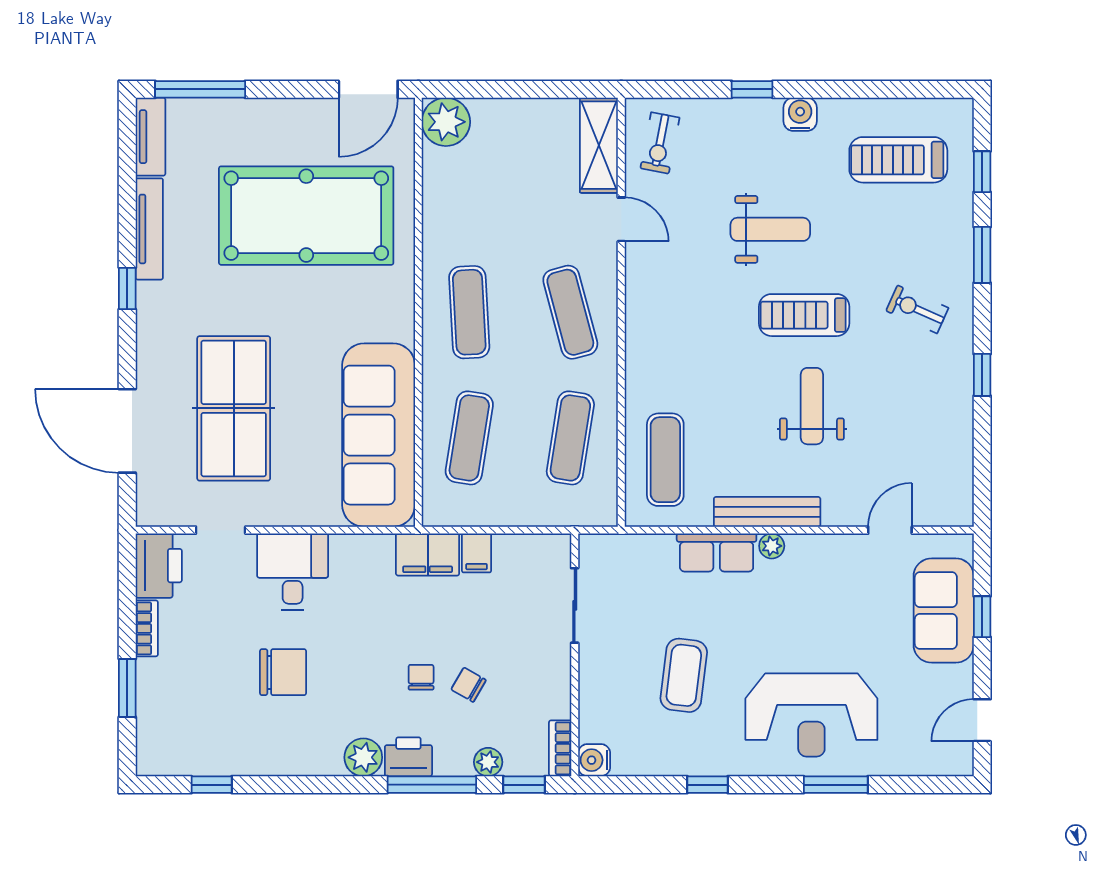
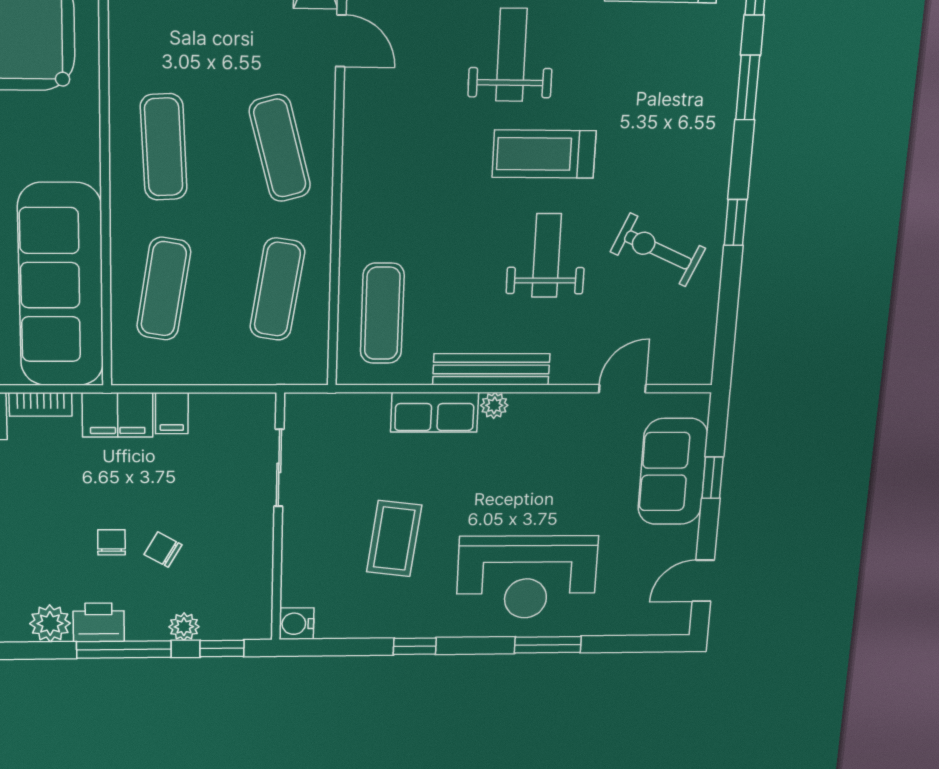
weight bench: (770, 229) -> (511, 55), turned -90
exercise bike: (917, 309) -> (658, 250), moved, width x1.38, depth x1.39
bookcase: (560, 748) -> (41, 404), moved, turned -90

